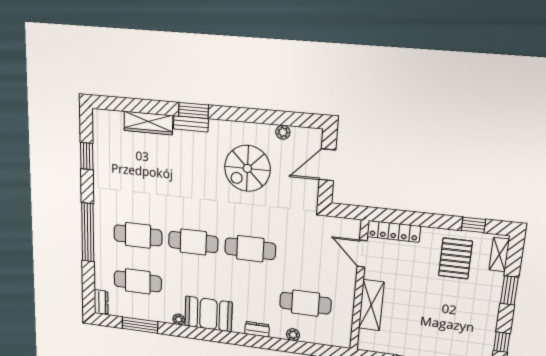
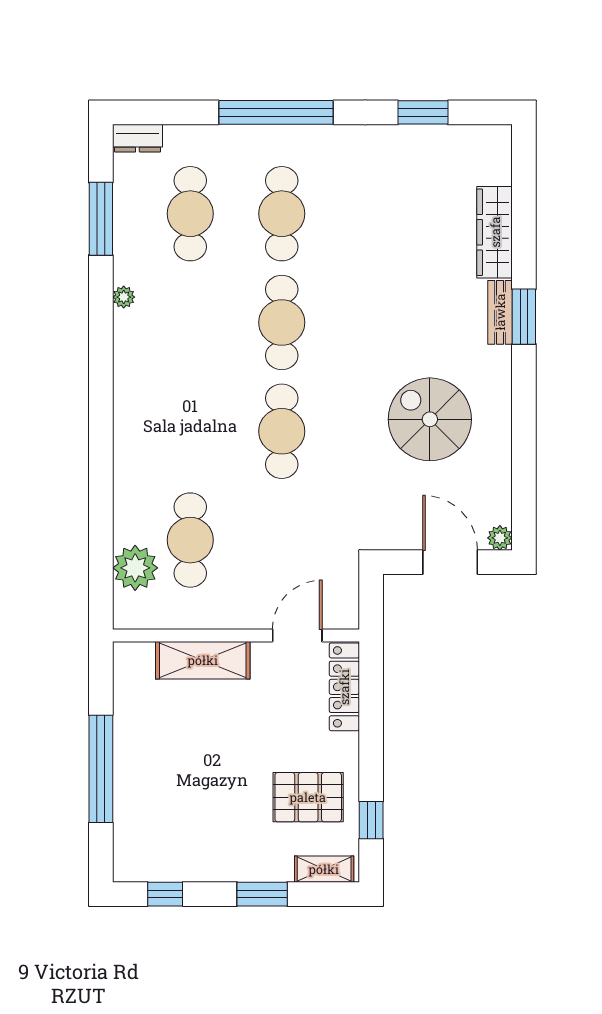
plant: (283, 132) -> (500, 538), moved
booth: (208, 314) -> (143, 356), removed
dresser: (257, 329) -> (126, 452), removed
plant: (293, 335) -> (135, 568), moved, width x1.88, depth x1.88

